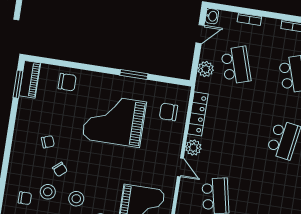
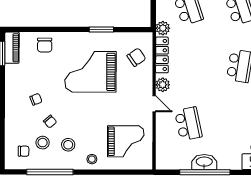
plant: (206, 69) -> (163, 28), moved
chair: (67, 82) -> (45, 45), turned 90
chair: (169, 112) -> (136, 57), turned 145

